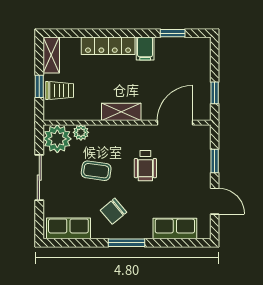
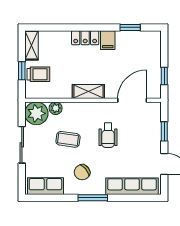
locker: (108, 46) -> (85, 38), width x0.66
row of seats: (175, 229) -> (132, 186), width x1.48

